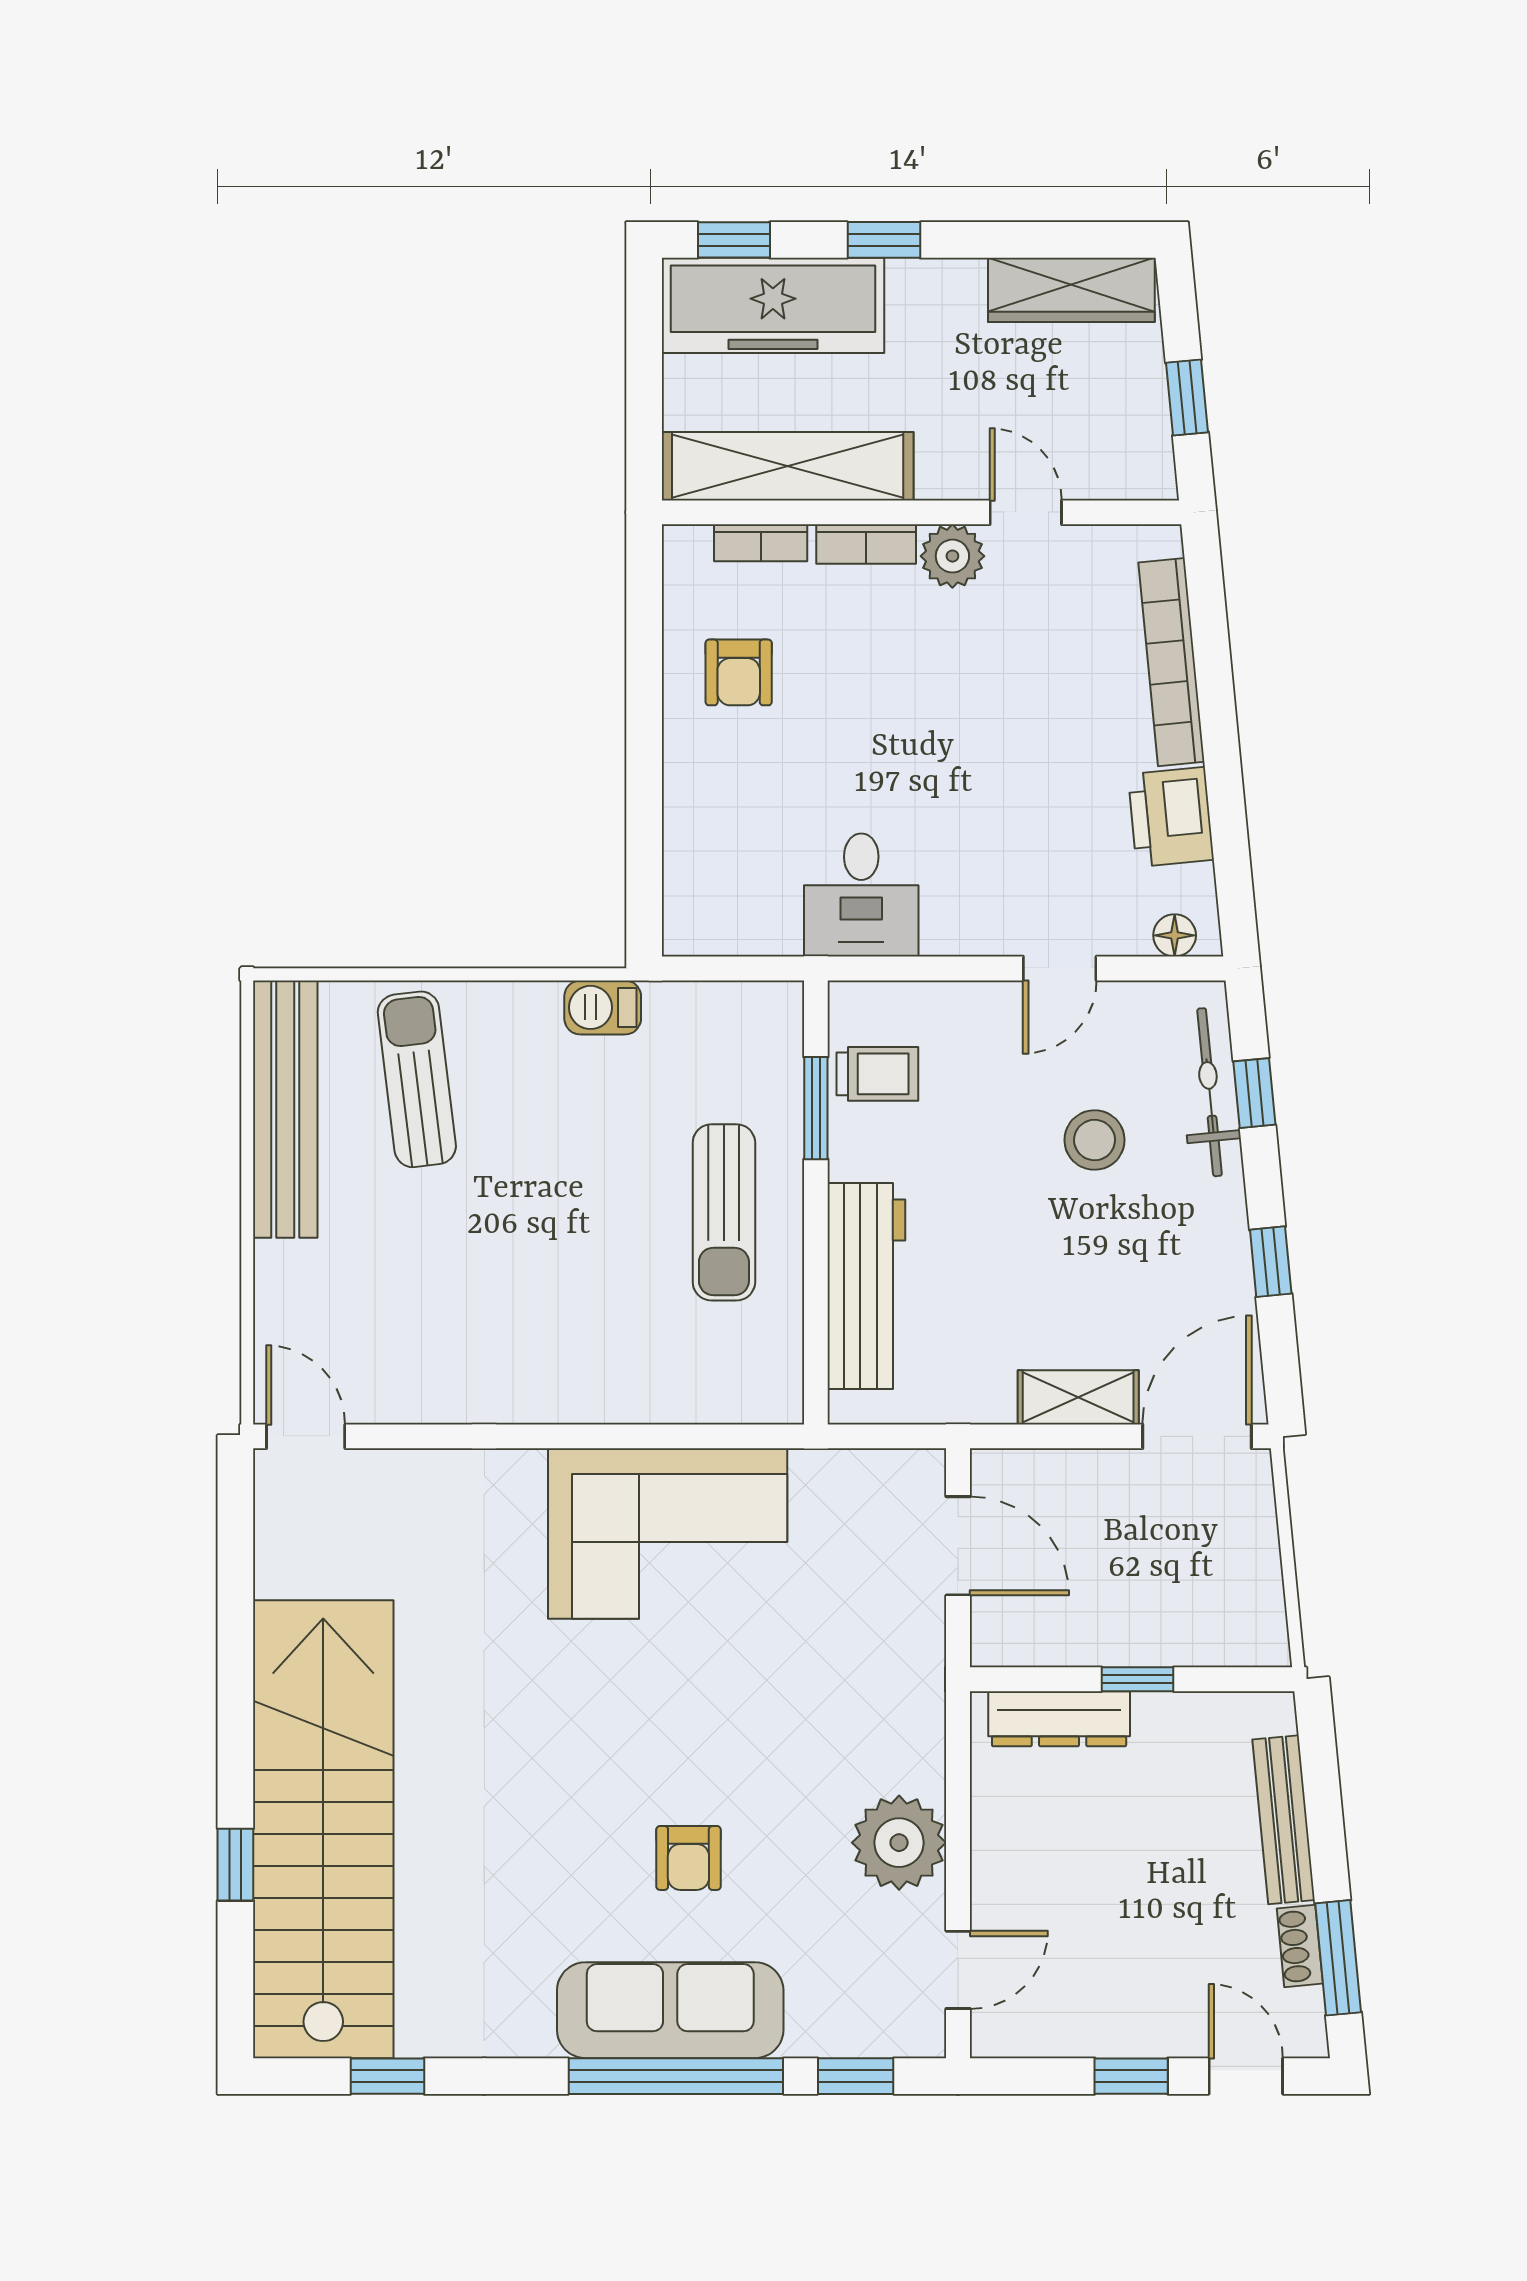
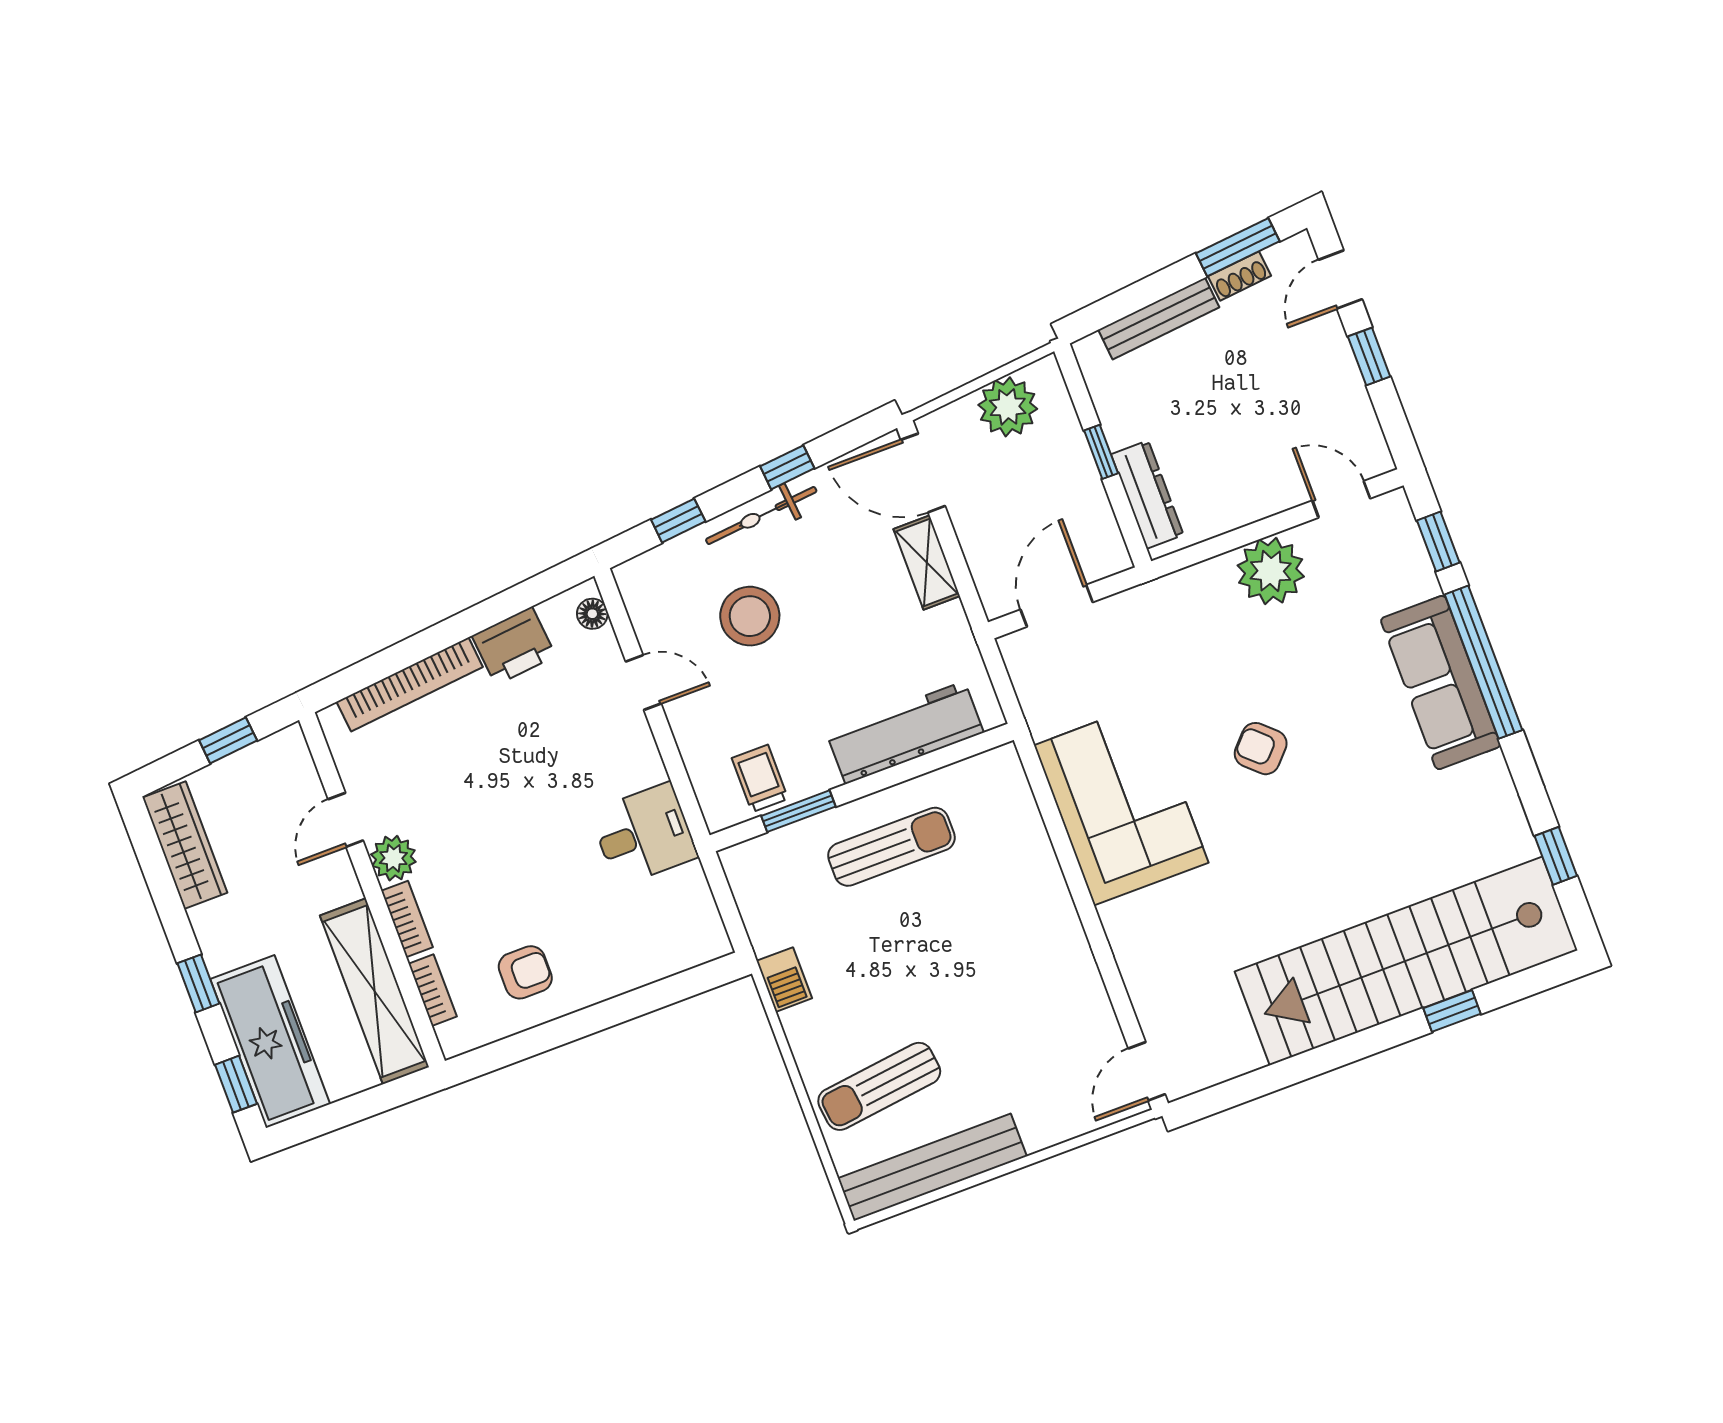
bicycle: (1210, 1092) -> (761, 515), moved
stool: (1095, 1140) -> (750, 616), width x1.38, depth x1.38
plant: (1242, 1579) -> (1008, 407), added
armchair: (688, 1858) -> (1261, 749), moved, turned -137

